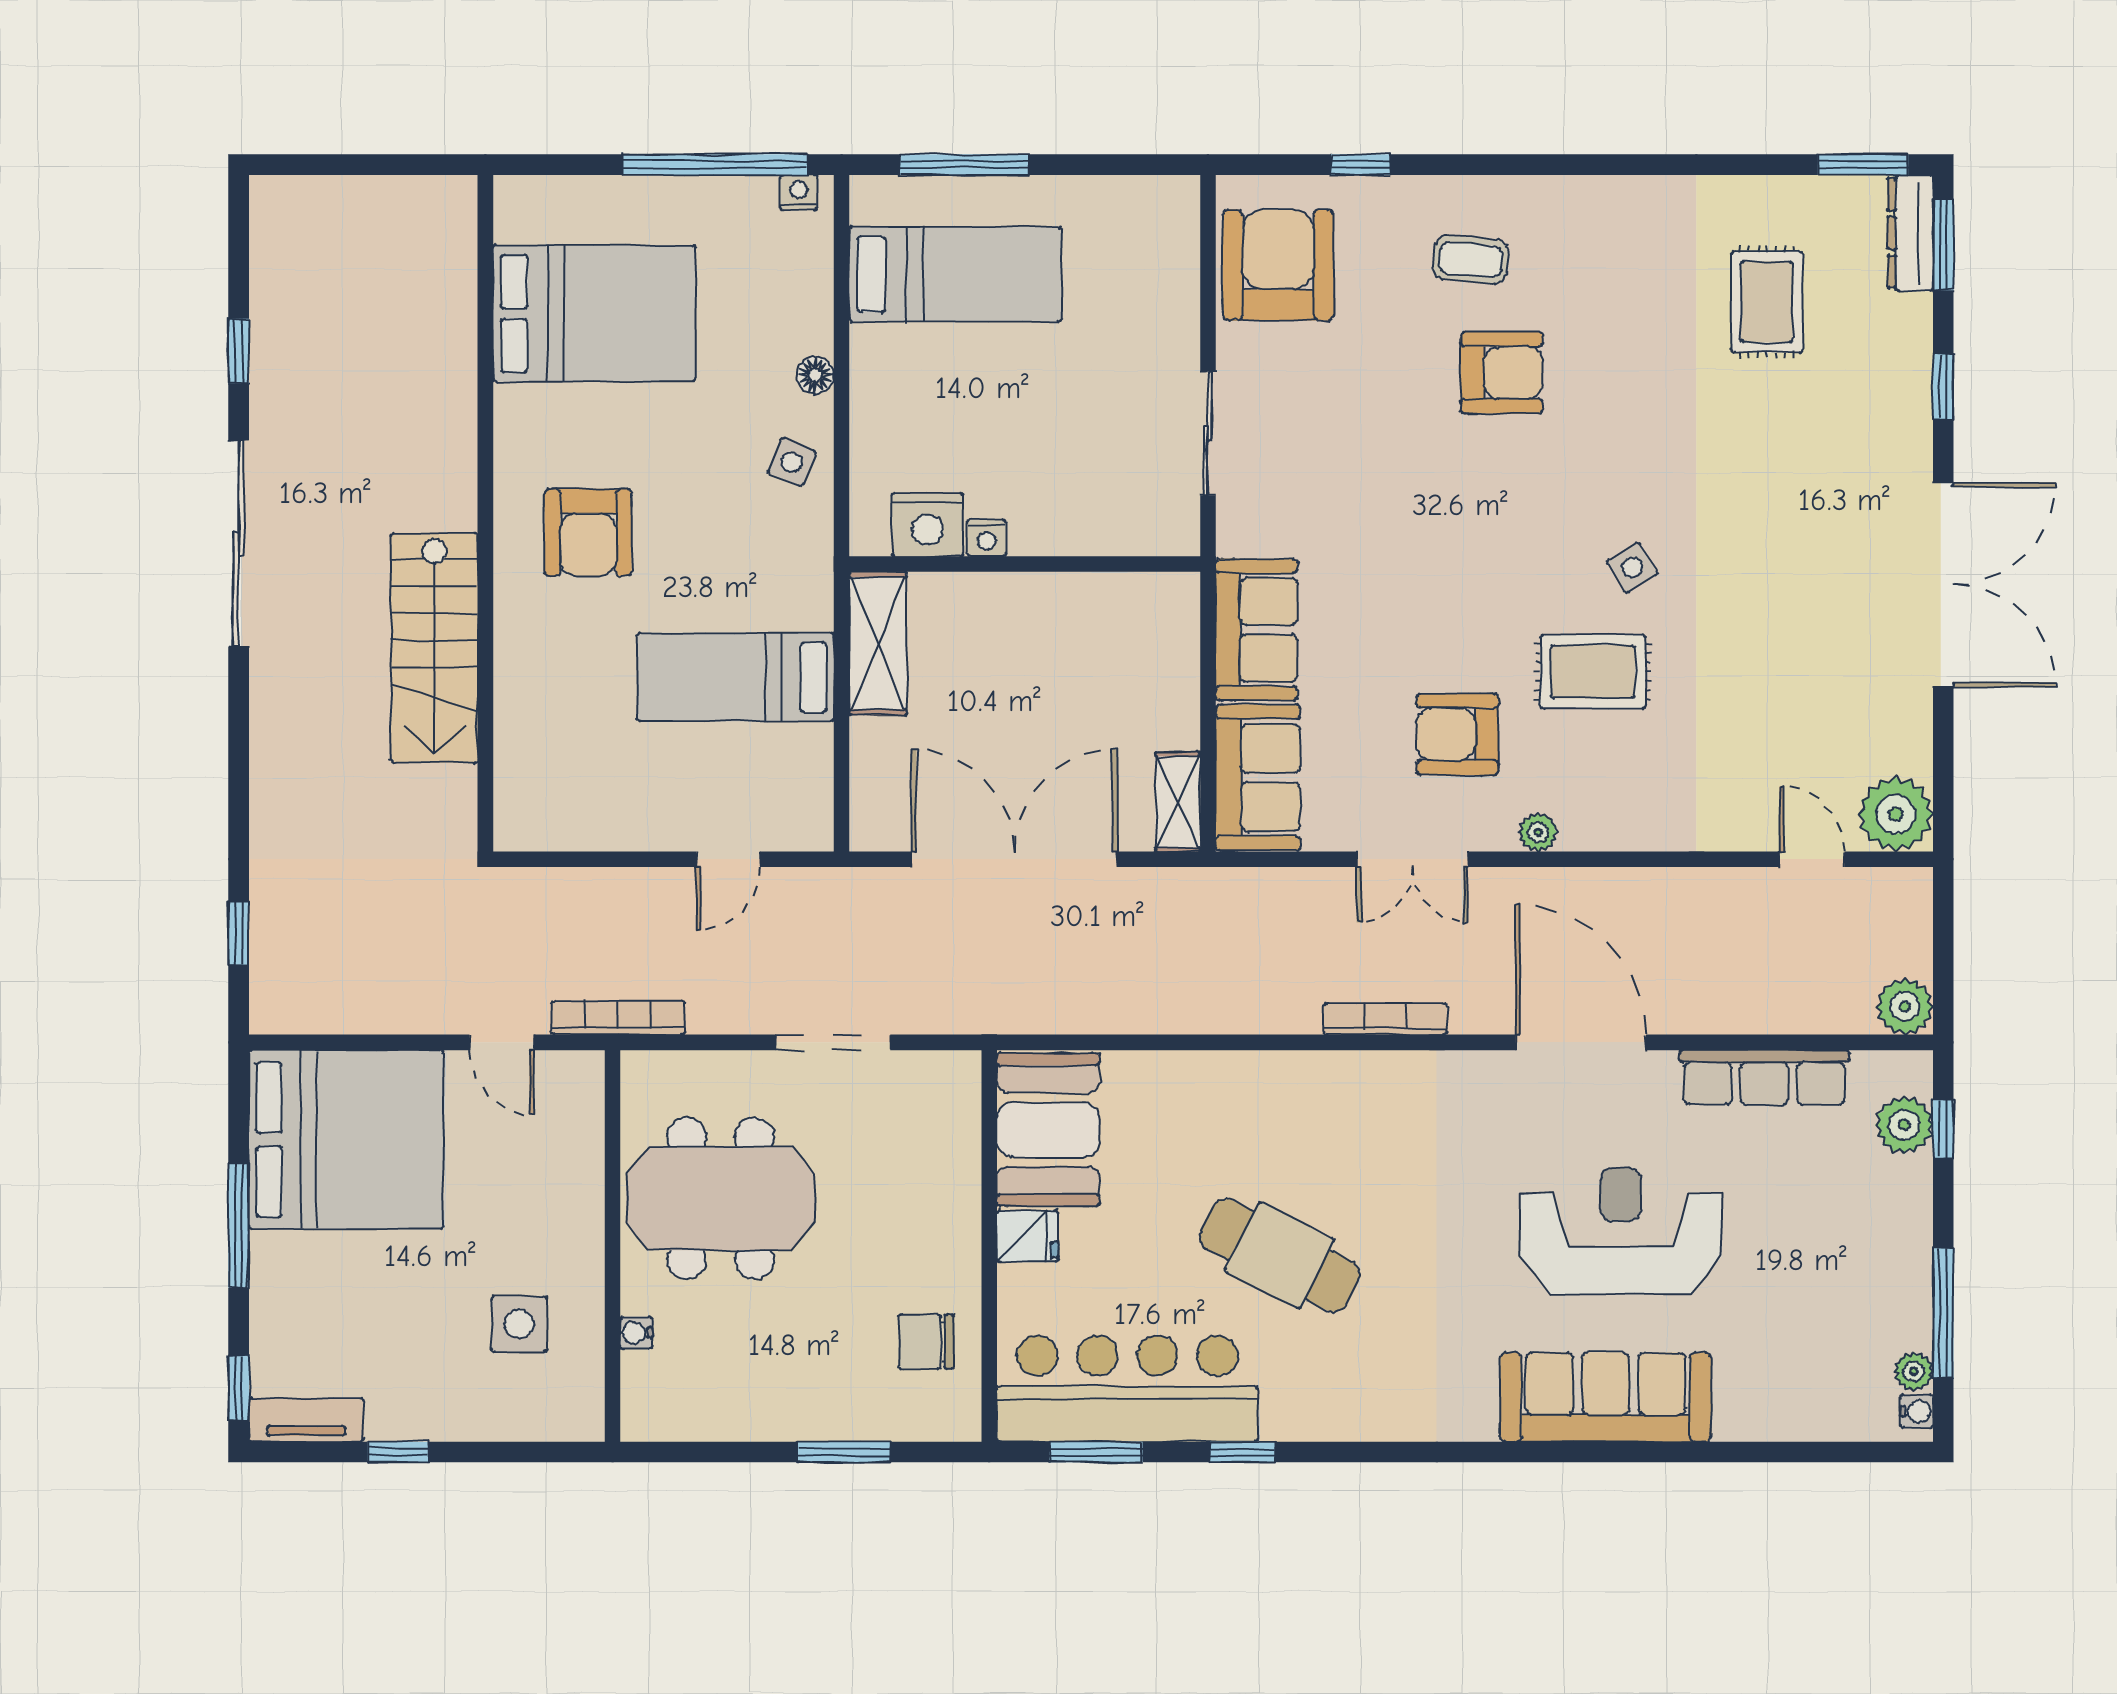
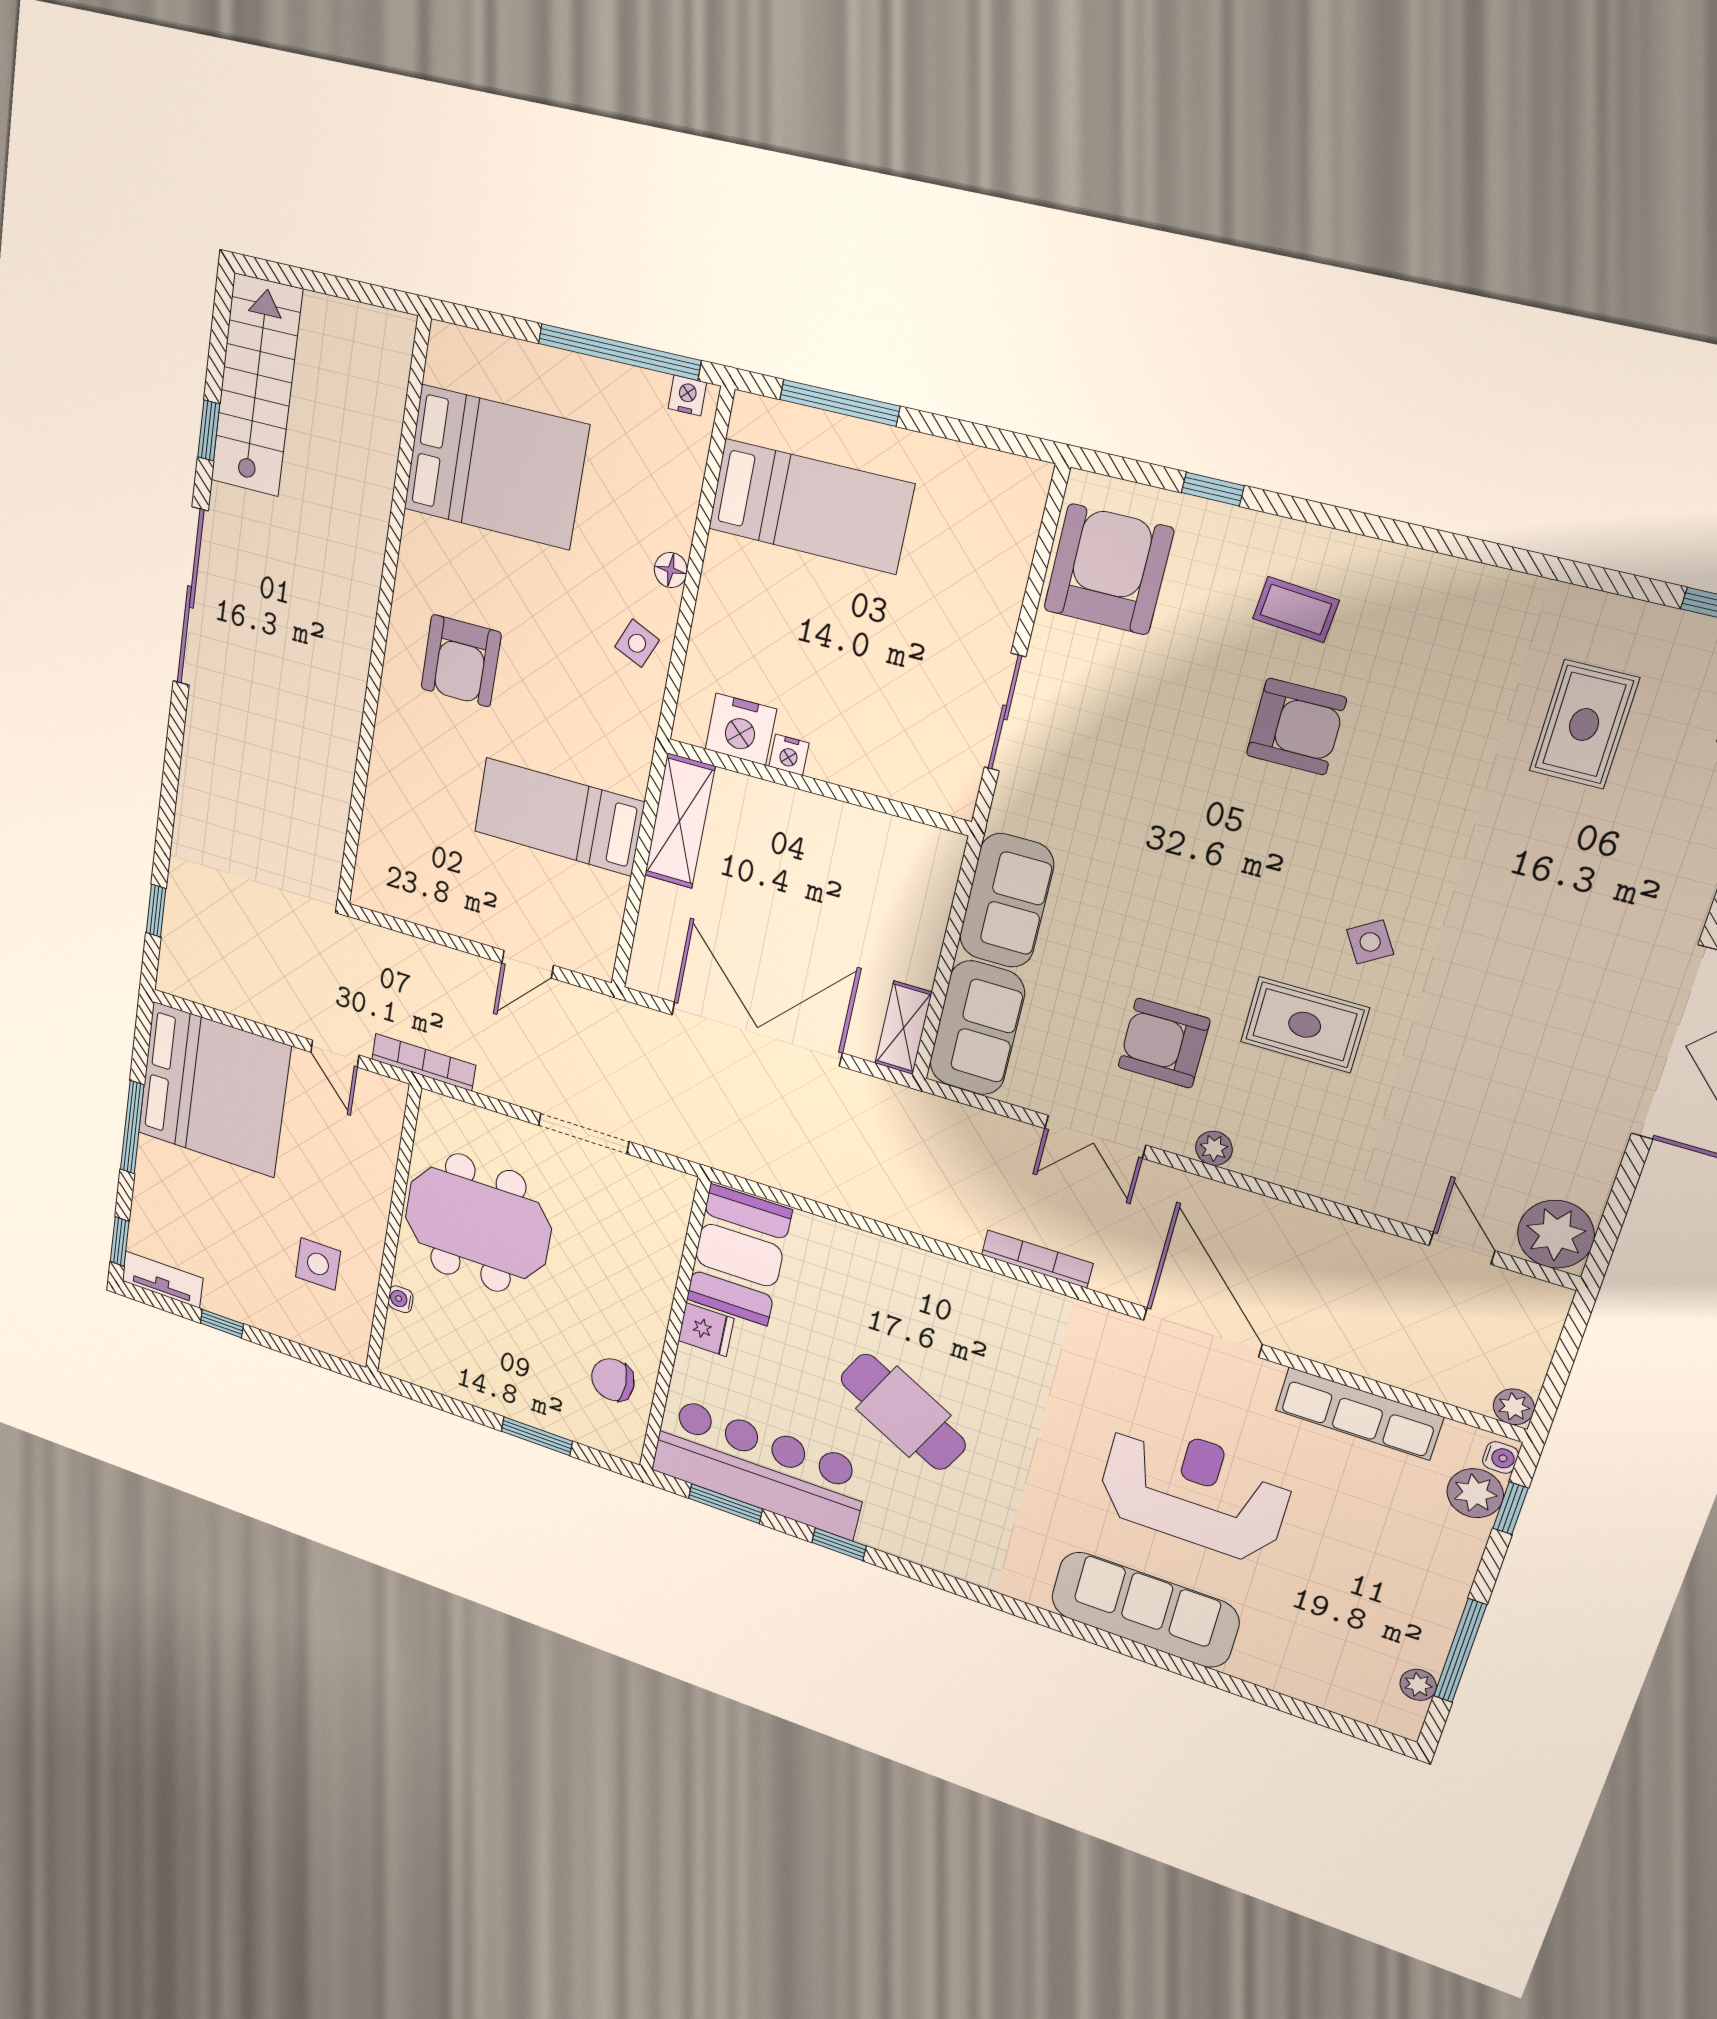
stairs: (434, 648) -> (256, 386), moved, turned 180
plant: (1905, 1006) -> (1514, 1407), width x0.73, depth x0.73
water cooler: (1917, 1411) -> (1500, 1458), moved

